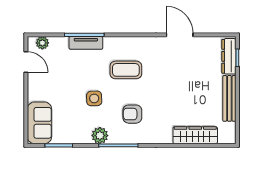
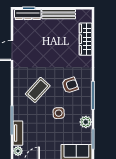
tv unit: (86, 43) -> (18, 133), moved
coffee table: (126, 70) -> (38, 90), turned 42
armchair: (132, 114) -> (70, 85), turned -109
plant: (100, 136) -> (86, 122), moved

